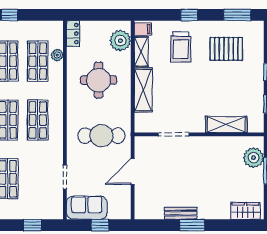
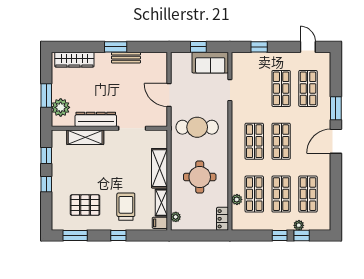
plant: (120, 41) -> (176, 217), width x0.53, depth x0.53
dresser: (214, 144) -> (96, 119), added
door: (133, 172) -> (169, 95), swing flipped
wardrobe: (245, 211) -> (74, 60), width x1.50

